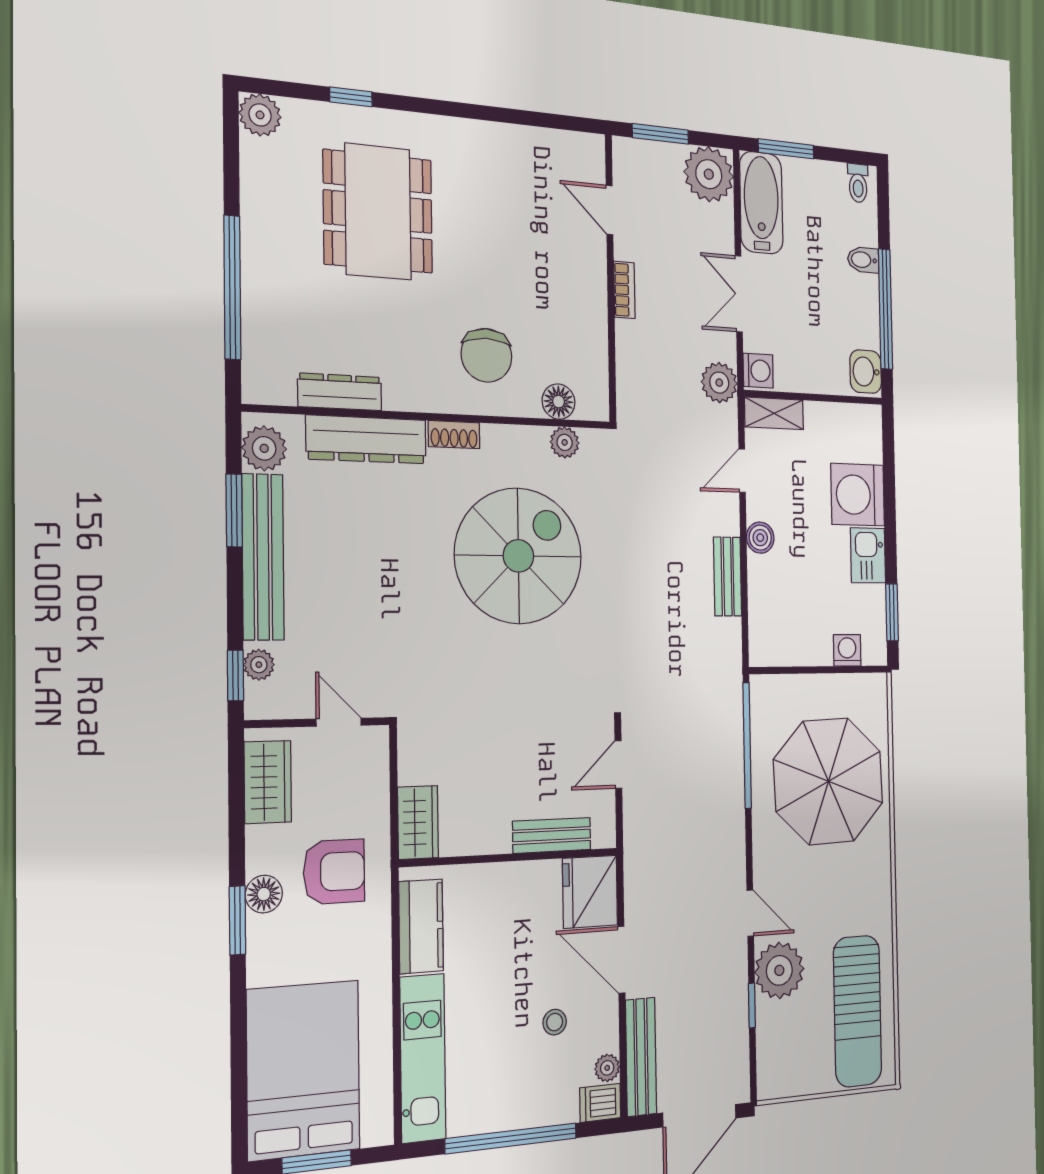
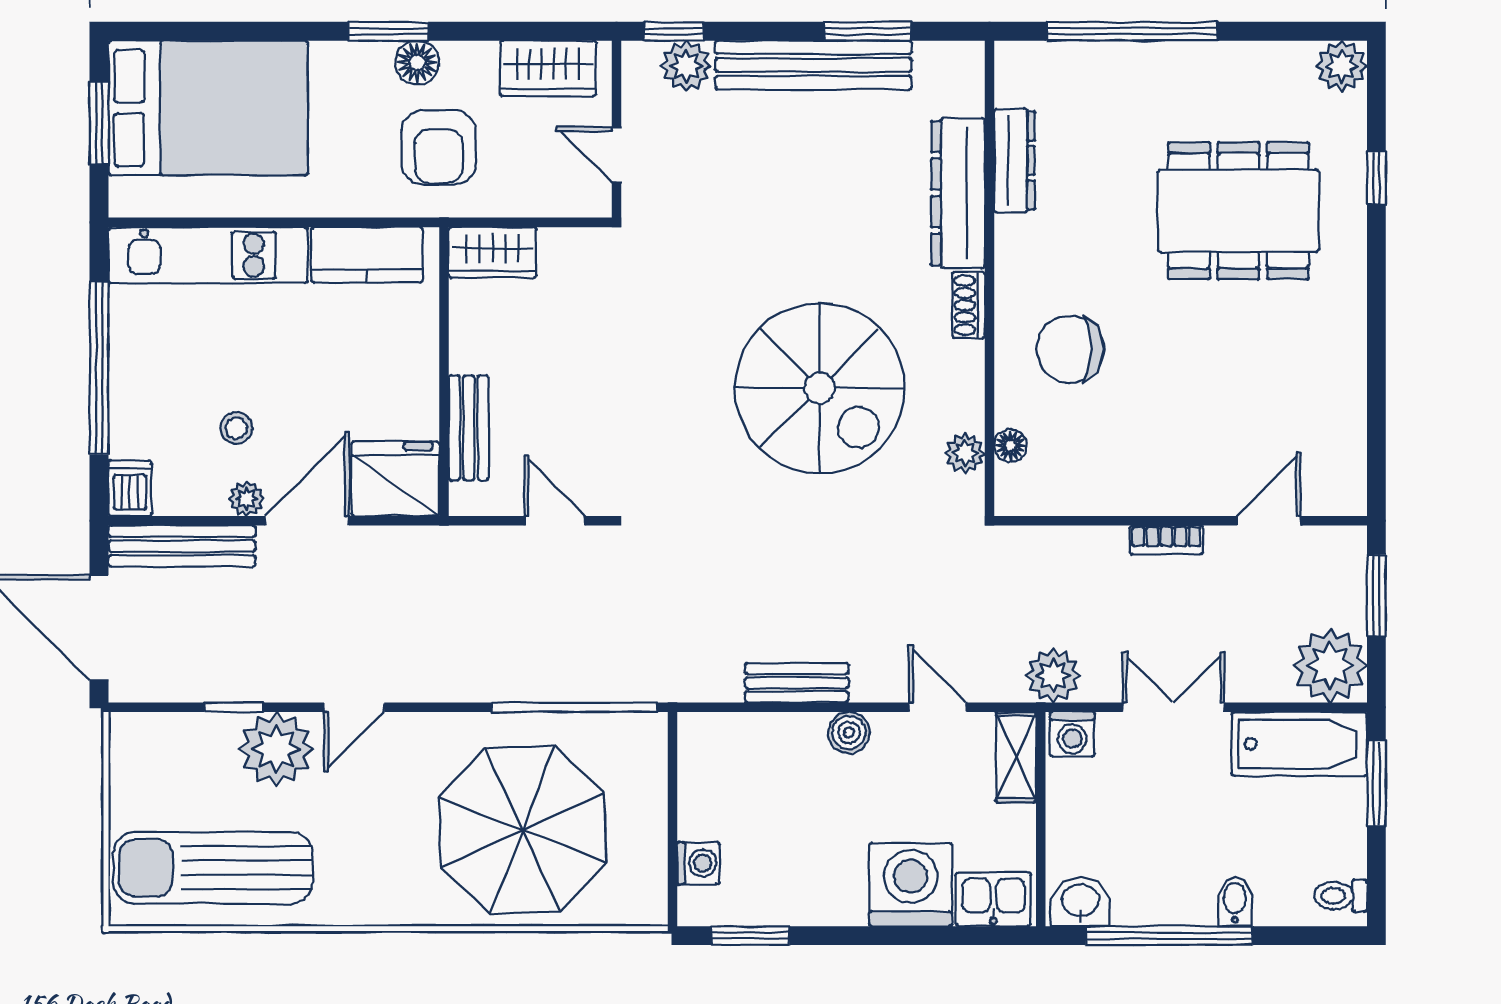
floor lamp: (559, 402) -> (1011, 446), width x0.73, depth x0.73
plant: (264, 448) -> (942, 68), removed
kitchen sink: (868, 555) -> (993, 899), moved
plant: (259, 665) -> (686, 66), width x1.38, depth x1.38
door: (339, 722) -> (617, 155), swing flipped
plant: (607, 1068) -> (247, 499), moved

